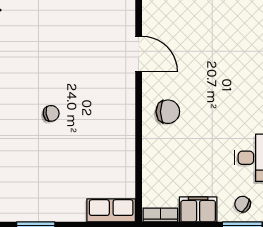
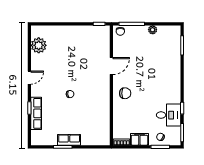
door: (139, 54) -> (111, 66), hinge flipped
row of seats: (111, 210) -> (69, 140), moved

